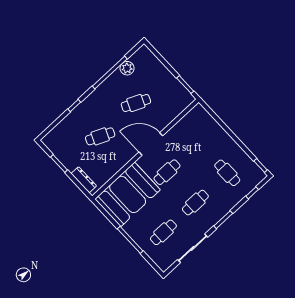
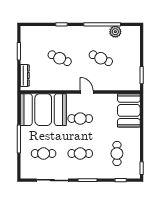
booth: (203, 126) -> (129, 110), added
door: (151, 144) -> (87, 92), width x0.53

